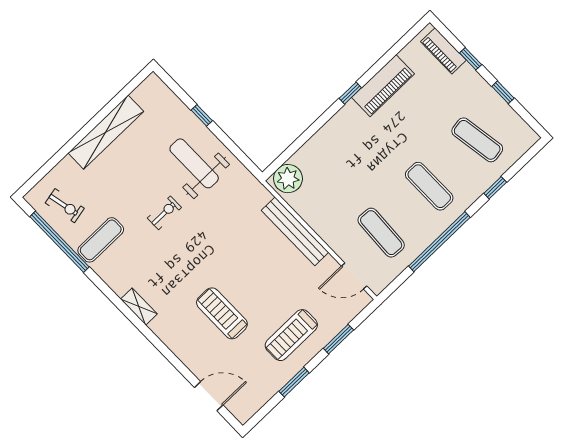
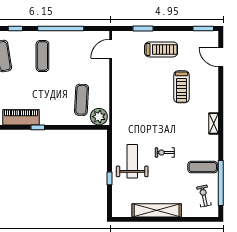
weight bench: (194, 163) -> (132, 161), turned 180
bench: (295, 231) -> (117, 92), removed
exercise mat: (381, 233) -> (82, 100), moved
door: (354, 276) -> (111, 49), swing flipped
window: (294, 382) -> (203, 29), moved

